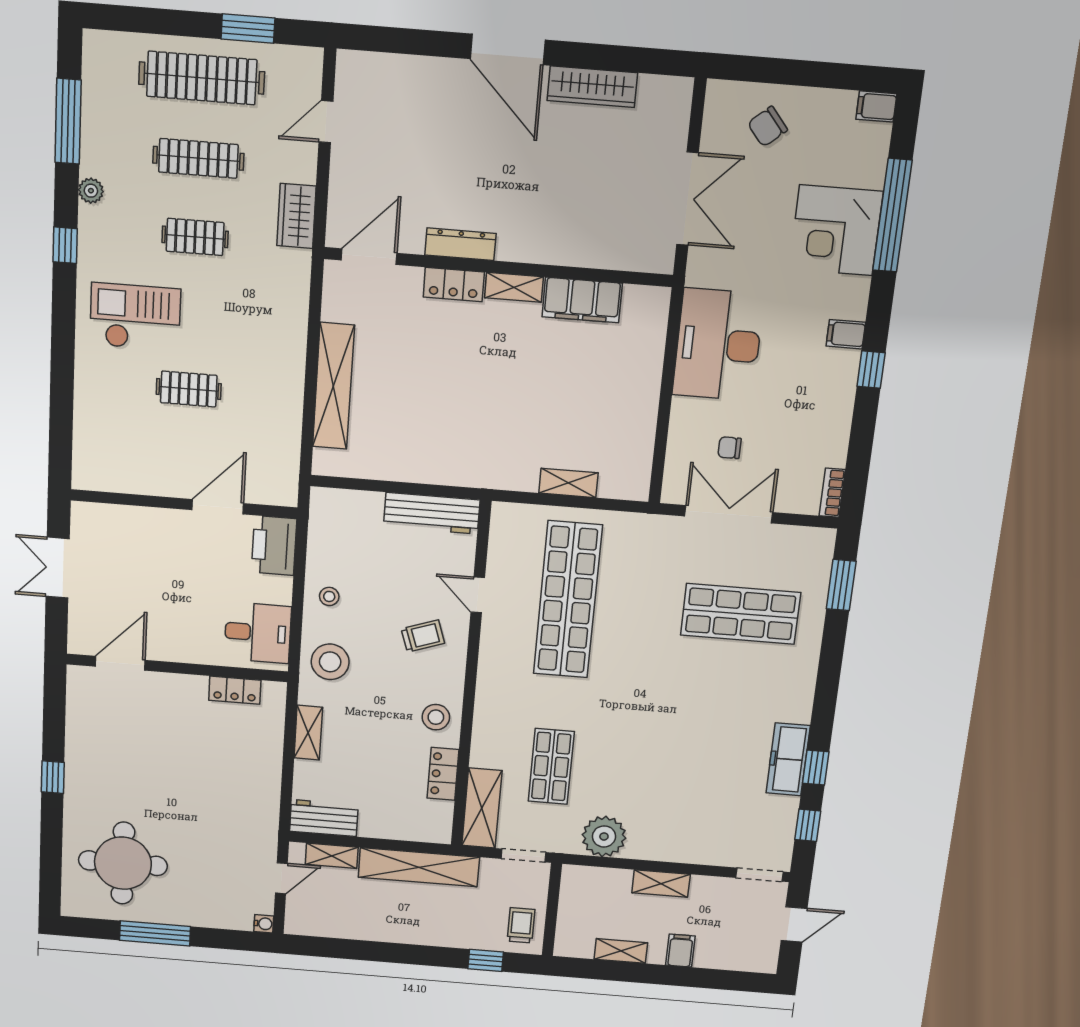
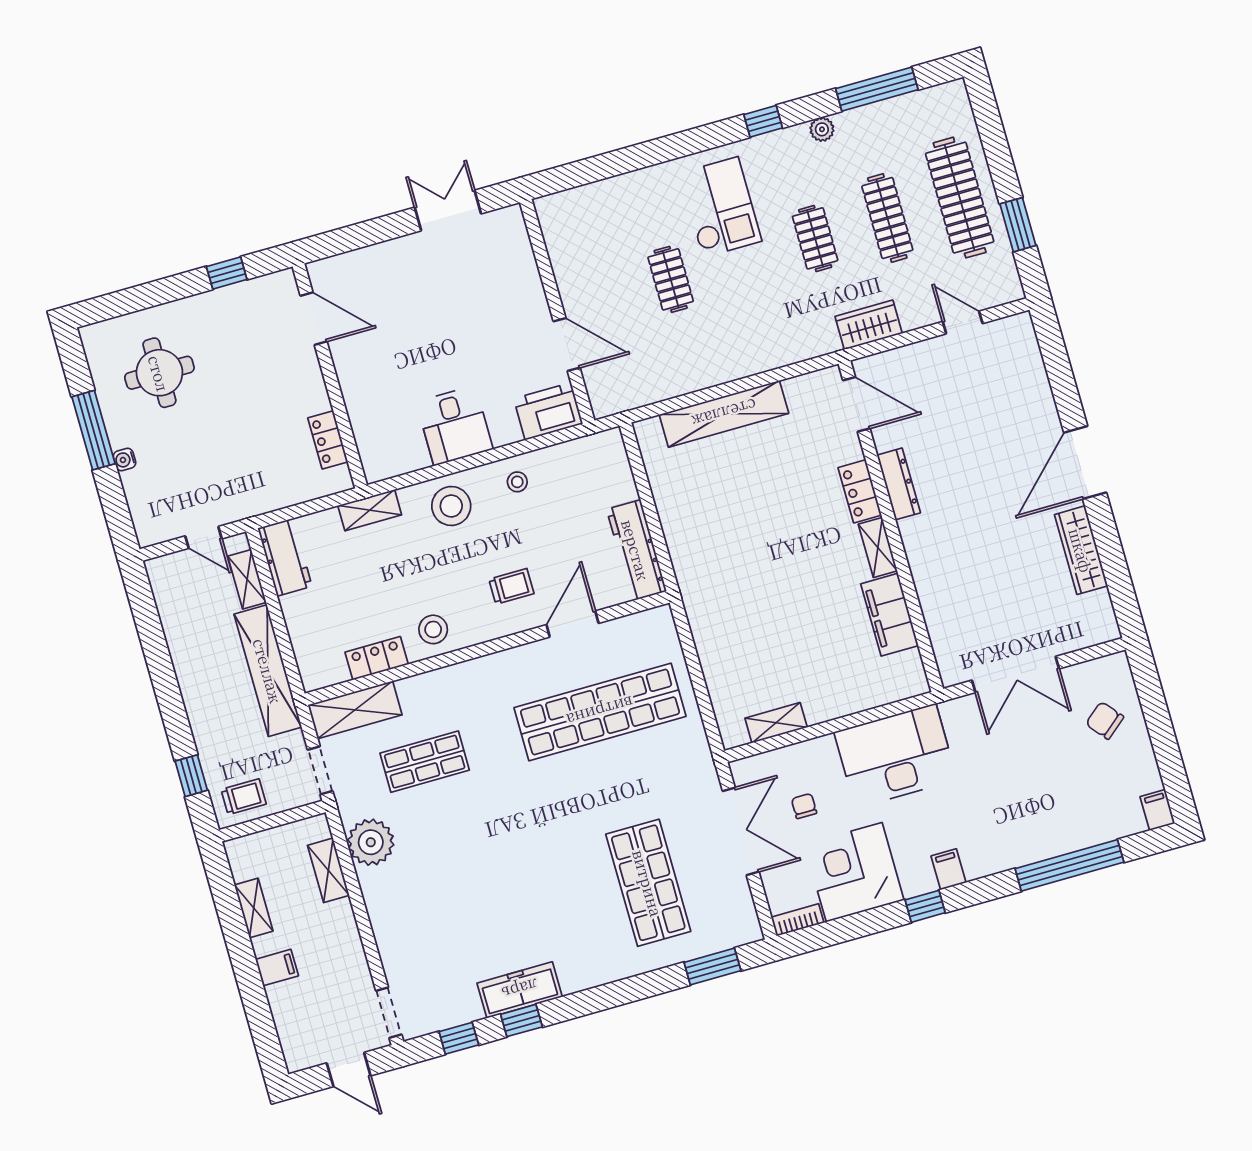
corner desk: (836, 230) -> (854, 872), moved
shelving: (568, 483) -> (776, 723), moved, turned 90
door: (478, 595) -> (572, 624), width x1.38
trolley: (423, 636) -> (511, 586), turned -71
door: (120, 663) -> (314, 319), moved
wall: (177, 668) -> (330, 376), moved
locker: (235, 690) -> (328, 440), moved
round table: (123, 863) -> (159, 373), width x0.73, depth x0.73
shelving: (661, 883) -> (328, 870), moved
water cooler: (264, 924) -> (124, 460), moved, turned 90

